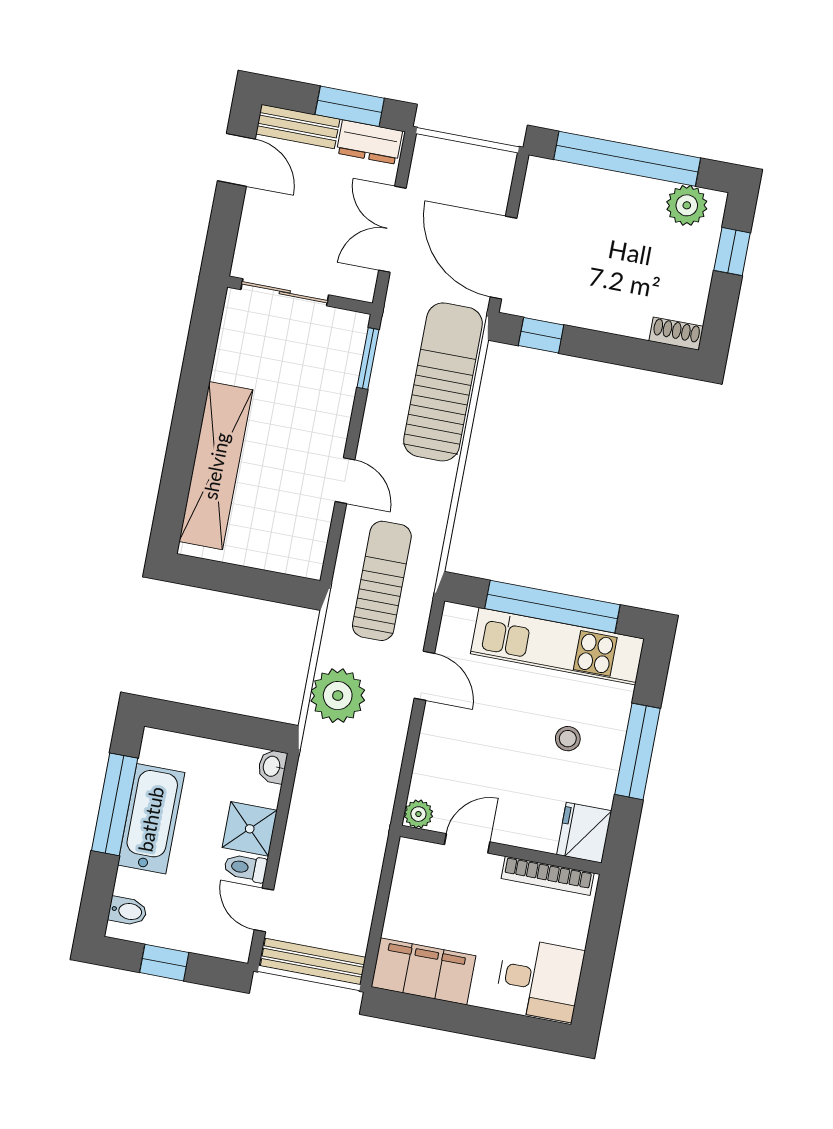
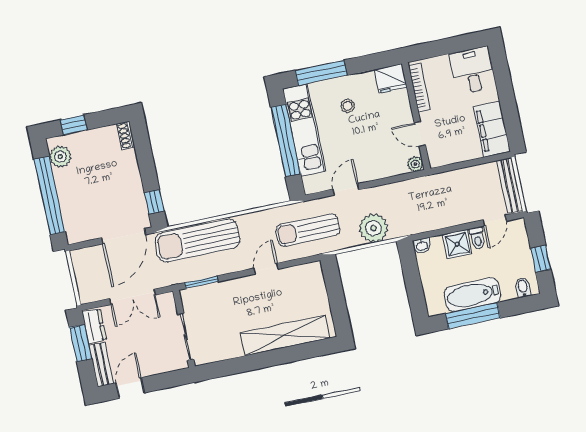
window: (638, 751) -> (321, 73), moved

